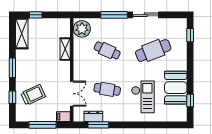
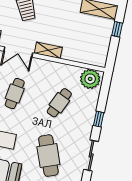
window: (114, 15) -> (99, 119), width x0.46
shelving: (65, 49) -> (48, 50), moved

